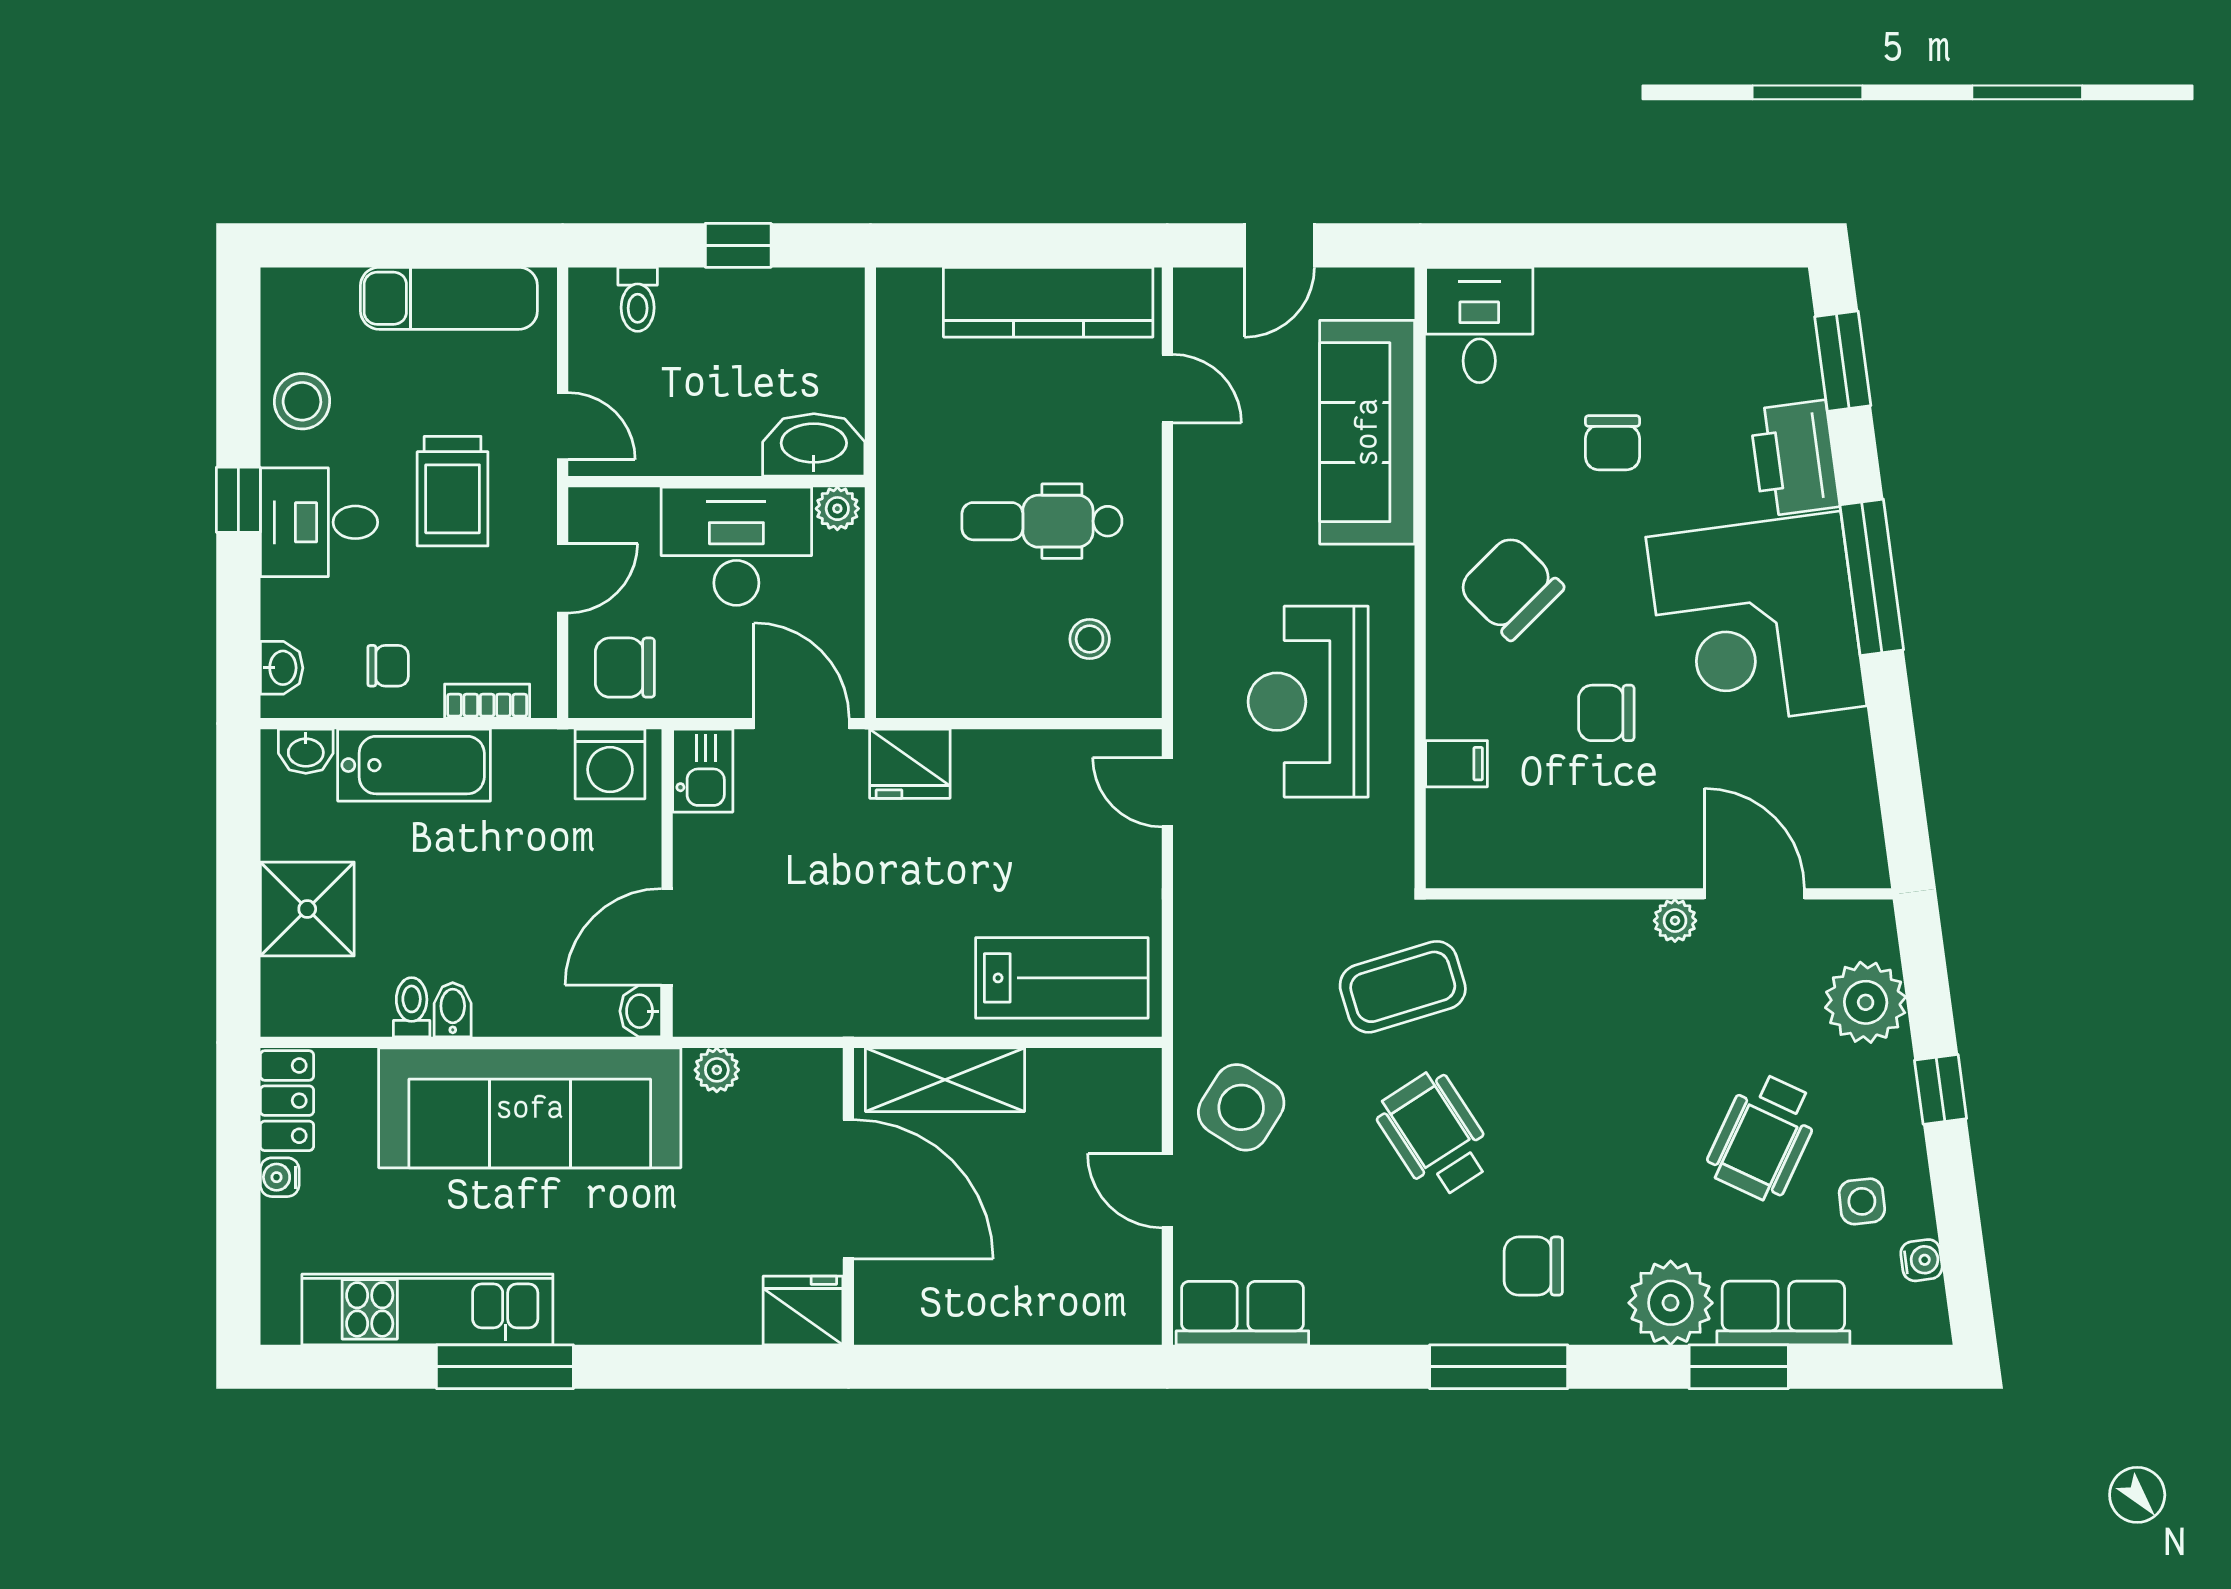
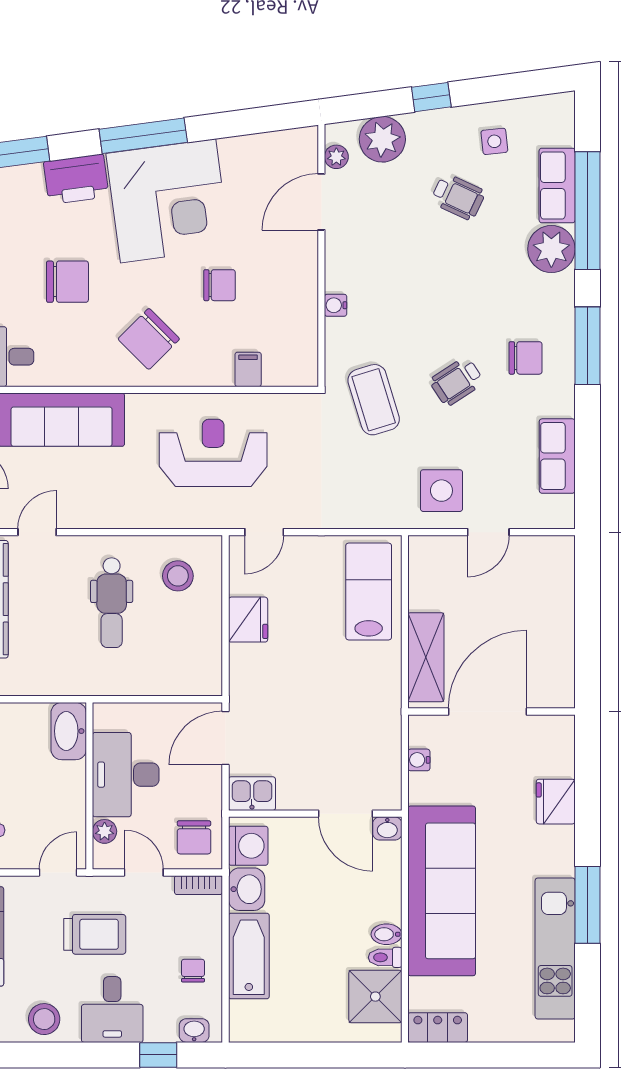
chair: (1613, 443) -> (67, 282), width x1.37, depth x1.37
window: (238, 500) -> (158, 1055), moved
plant: (837, 509) -> (105, 831), moved
stool: (1090, 639) -> (178, 576), width x1.37, depth x1.37
bookcase: (487, 701) -> (198, 885), moved, turned -90
reception desk: (1308, 702) -> (213, 453), turned 180
chair: (1606, 713) -> (219, 285), turned -90
washbasin: (306, 751) -> (247, 889), moved, width x1.38, depth x1.45
fridge: (910, 764) -> (248, 620), moved
shower: (307, 909) -> (375, 997), moved
plant: (1675, 921) -> (336, 157), moved
plant: (717, 1070) -> (420, 786), removed
side table: (1241, 1107) -> (441, 491), turned -32
wheelchair: (1435, 1135) -> (457, 382), width x0.73, depth x0.73
wheelchair: (1763, 1137) -> (458, 197), width x0.73, depth x0.73
water cooler: (280, 1177) -> (419, 760), moved, turned 90
water cooler: (1921, 1260) -> (336, 305), moved, turned -82
chair: (1533, 1266) -> (525, 358), moved, turned -90
fridge: (803, 1310) -> (556, 802), moved
row of seats: (1242, 1313) -> (557, 456), moved
window: (1739, 1367) -> (587, 211), width x2.11

